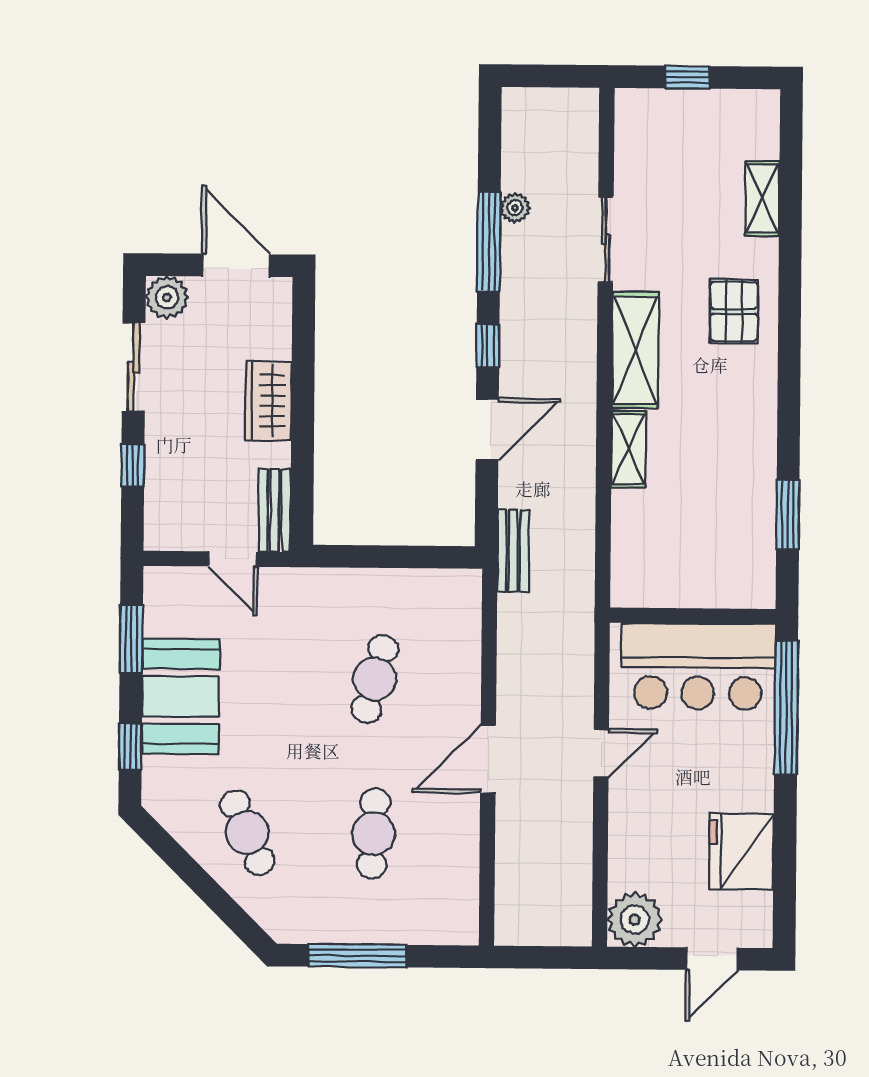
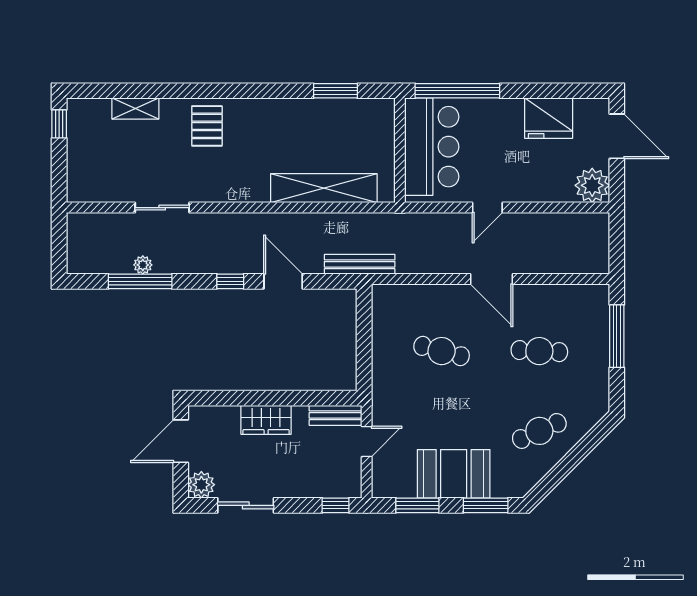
window: (688, 77) -> (59, 124), moved
window: (489, 242) -> (140, 281), moved
pallet: (734, 311) -> (207, 126), turned 90
shelving: (635, 350) -> (232, 188), removed
shelving: (629, 449) -> (324, 188), width x2.20, depth x1.33
window: (133, 466) -> (336, 505), moved
bench: (513, 551) -> (360, 264), width x1.36
window: (130, 747) -> (486, 505), width x1.50
door: (601, 753) -> (487, 208), swing flipped
window: (357, 956) -> (617, 336), moved
door: (712, 959) -> (617, 136), width x1.38

